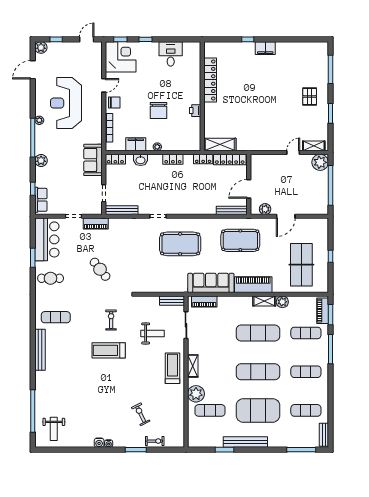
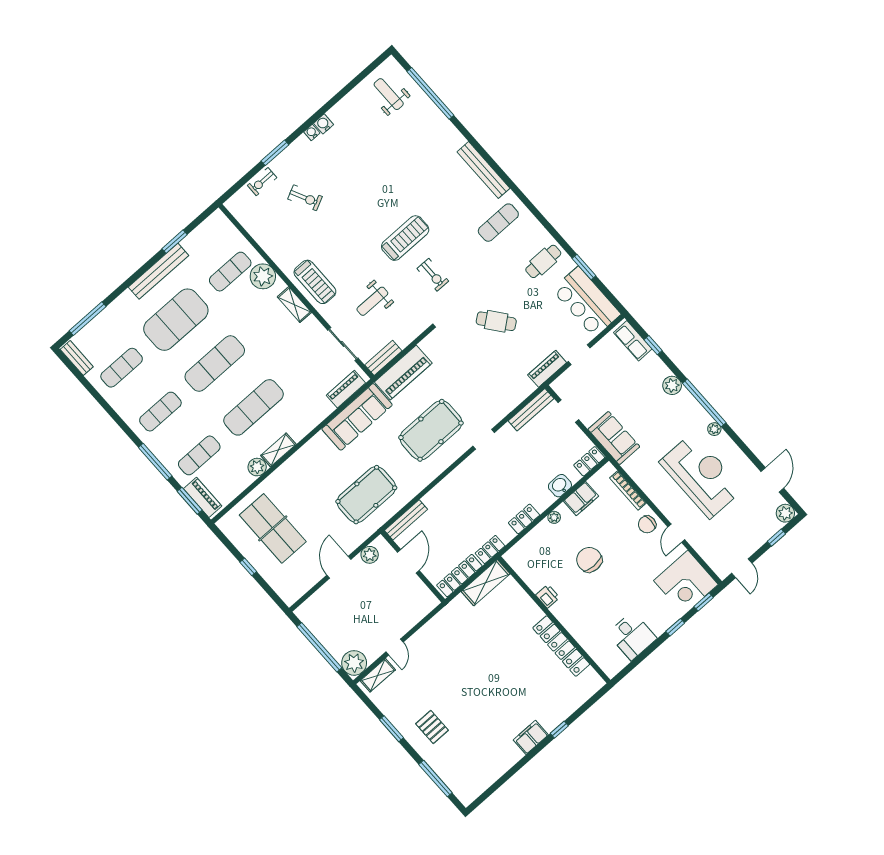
piano: (253, 285) -> (403, 372), moved

